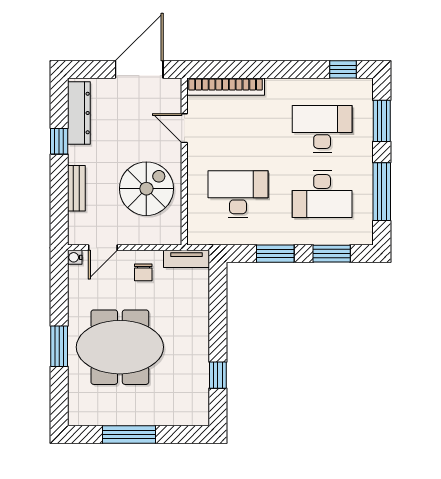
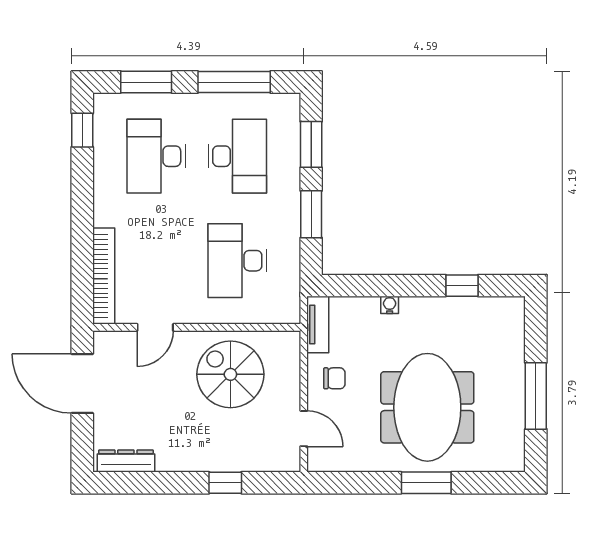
dresser: (79, 113) -> (126, 461), width x0.73, depth x0.80
window: (59, 141) -> (225, 483), moved
bench: (76, 188) -> (230, 461), removed
water cooler: (75, 257) -> (390, 305), moved, turned 180

